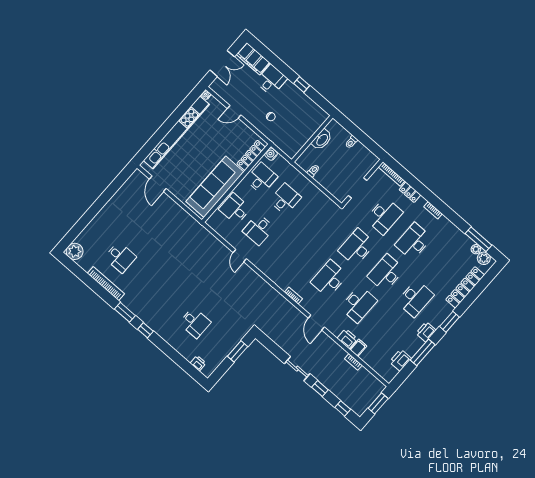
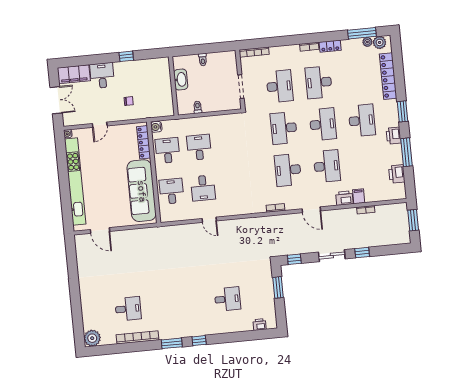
locker: (410, 192) -> (330, 46), moved
desk: (235, 209) -> (171, 191), turned 90
desk: (386, 273) -> (323, 124), turned 180
window: (343, 408) -> (294, 259), moved

